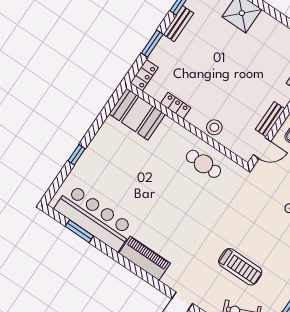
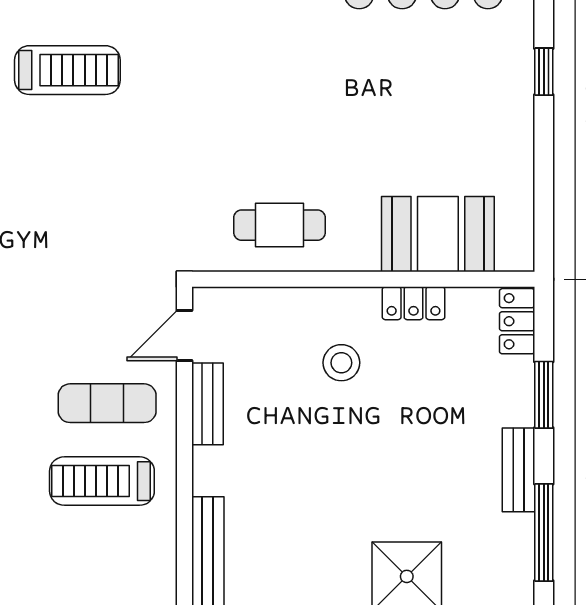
booth: (137, 114) -> (438, 234), moved
stool: (214, 127) -> (341, 363), moved
treadmill: (240, 267) -> (67, 70), turned 180

